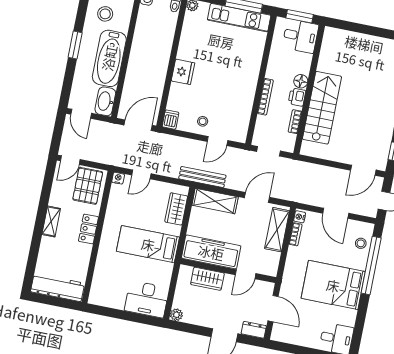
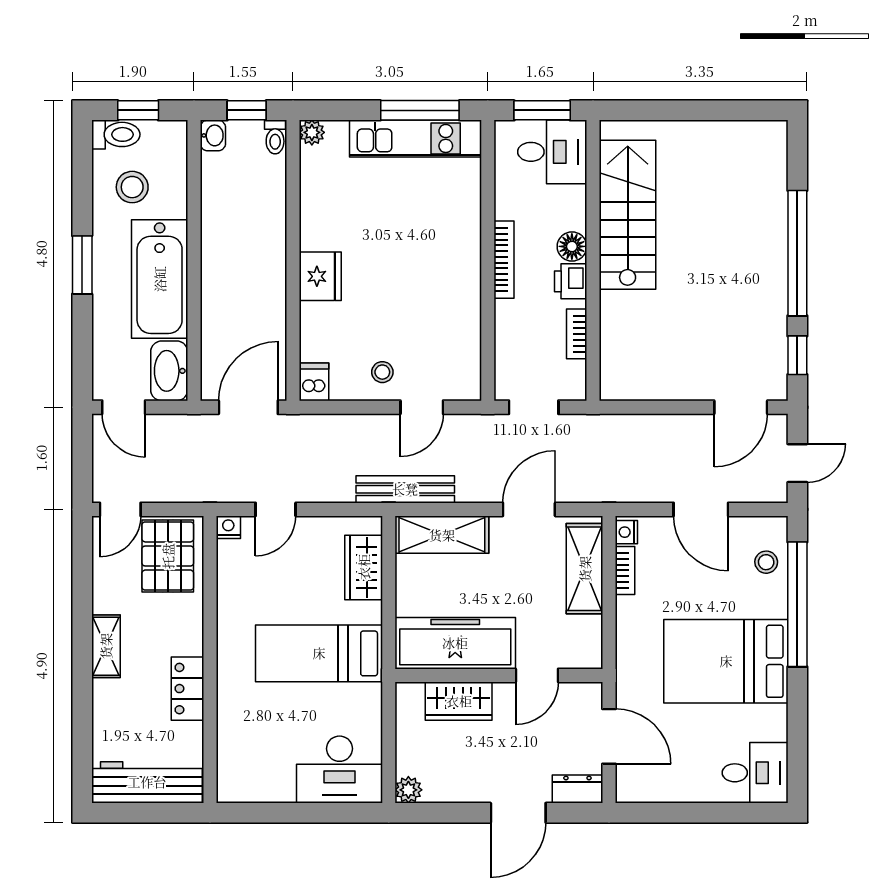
bookcase: (265, 97) -> (504, 260), moved
stairs: (322, 108) -> (628, 215), moved
locker: (88, 229) -> (187, 689), moved

